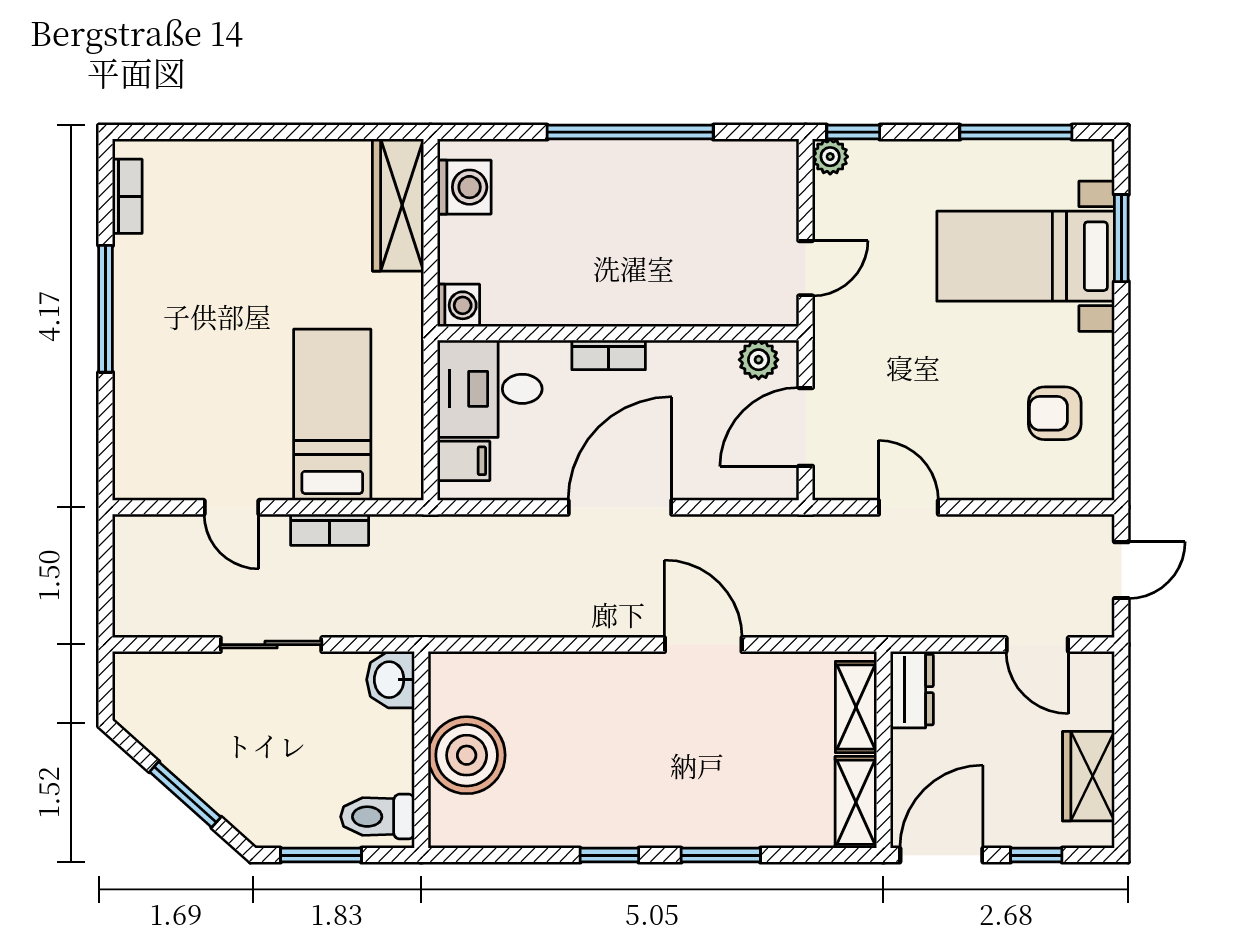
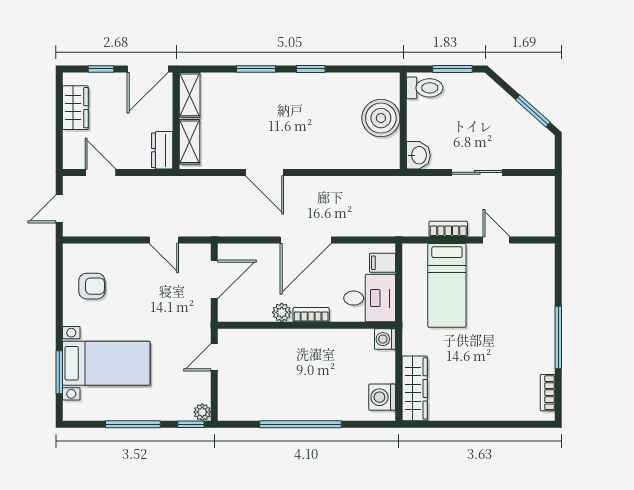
window: (1016, 132) -> (133, 424), moved
plant: (759, 360) -> (282, 312), moved
window: (185, 794) -> (533, 111), moved

